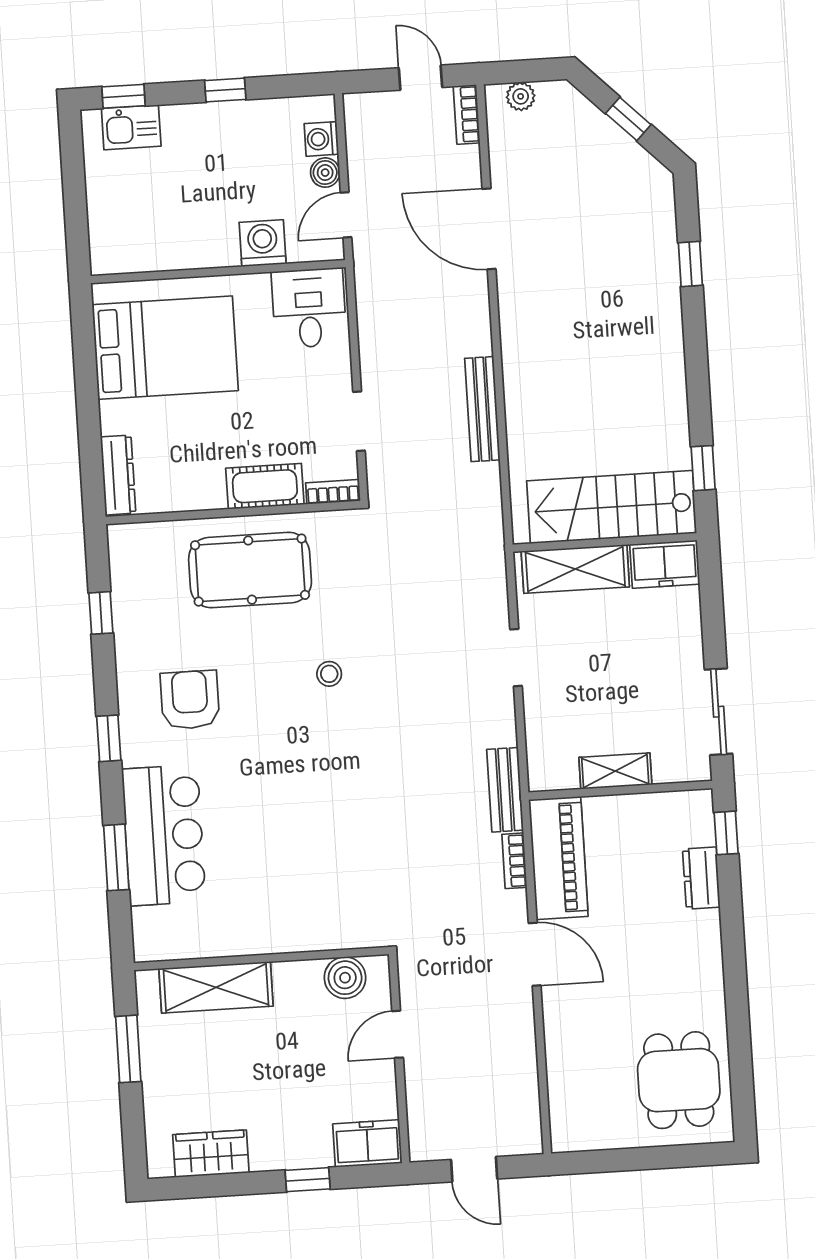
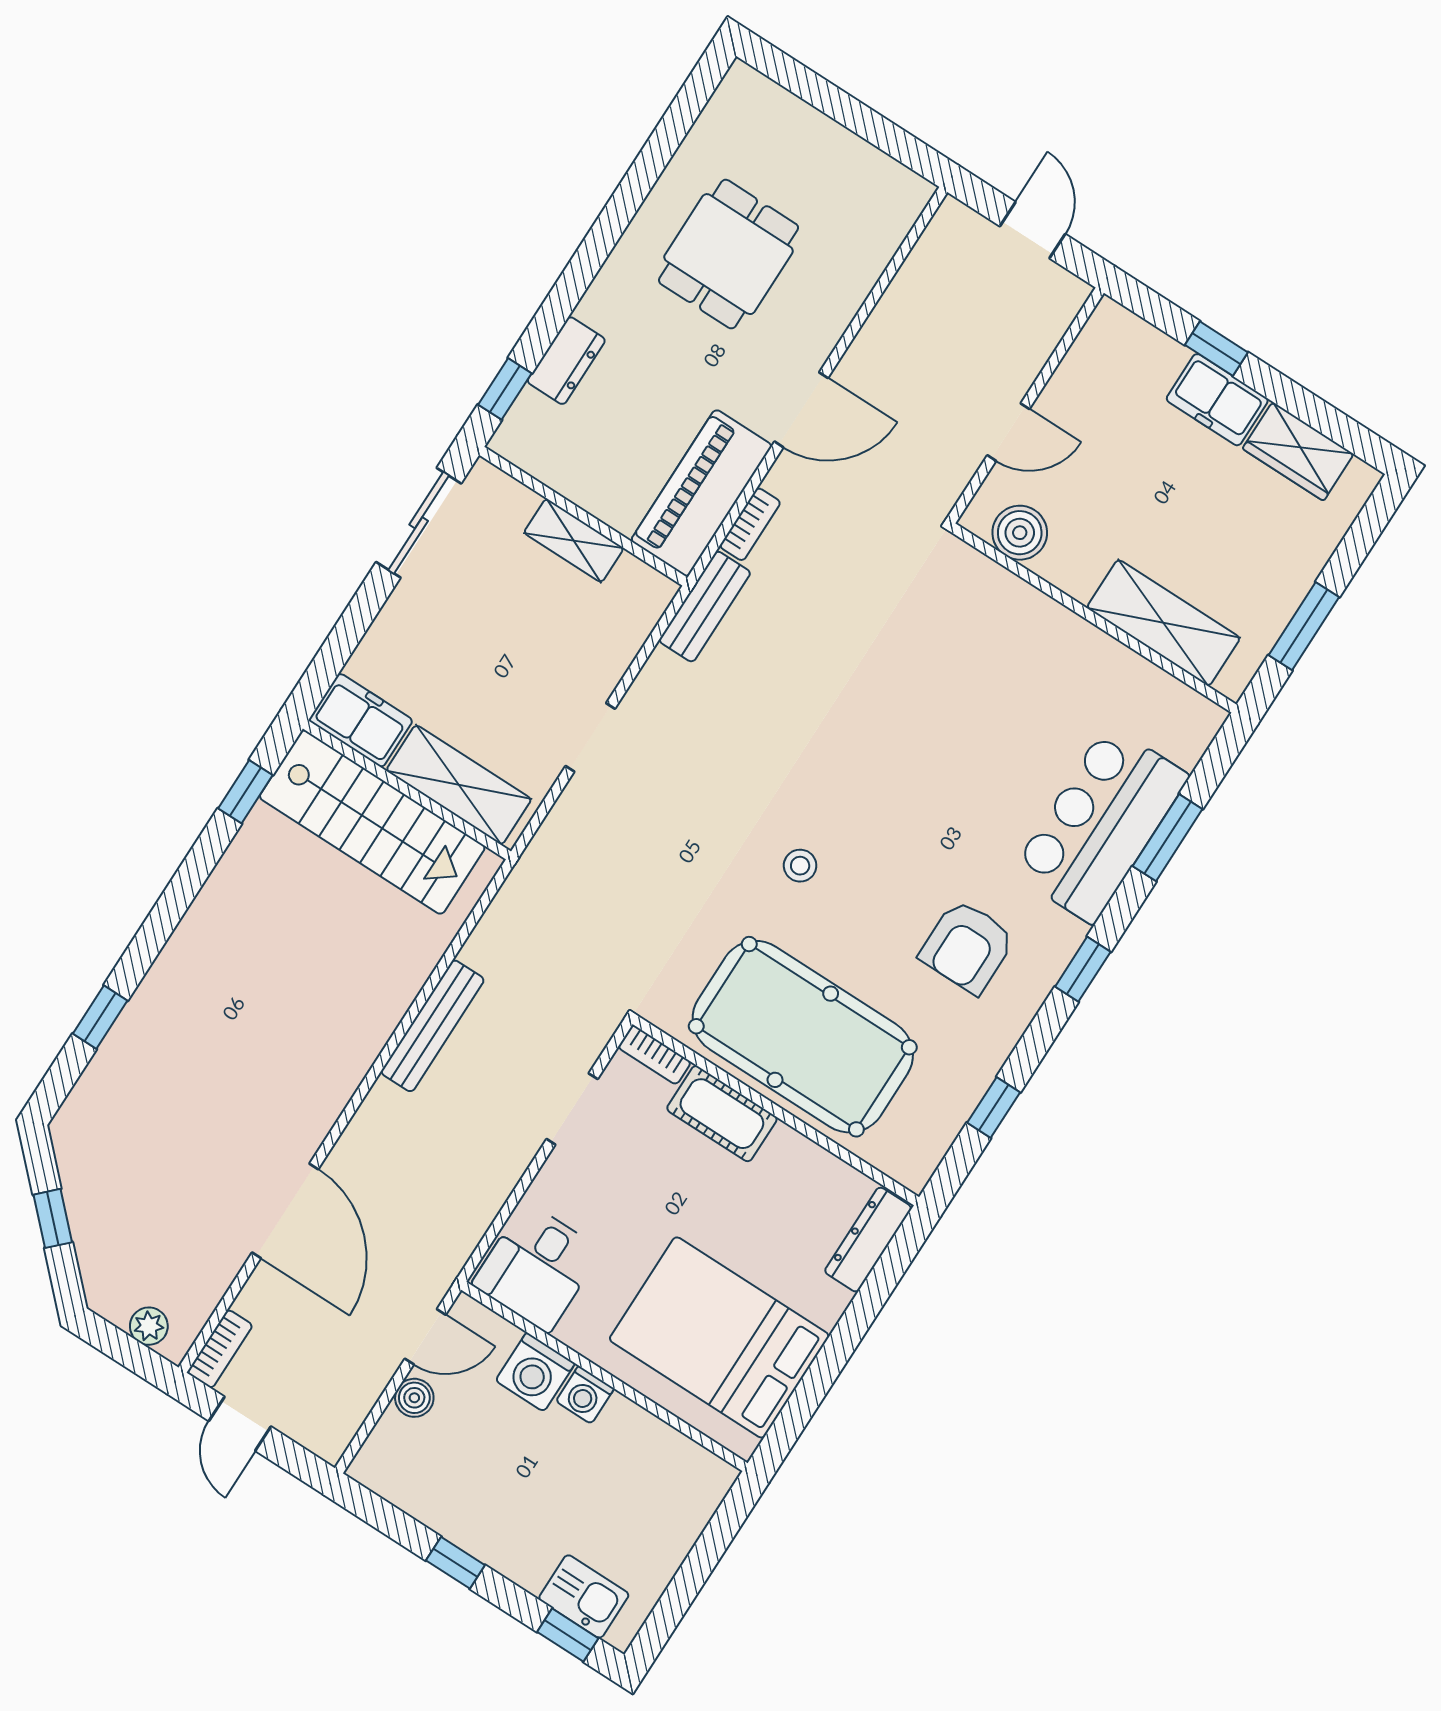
washing machine: (321, 139) -> (585, 1395), moved, turned 90
pool table: (250, 570) -> (803, 1037), width x1.36, depth x1.32
door: (535, 954) -> (801, 410), swing flipped
dining table: (679, 1080) -> (729, 254), moved
freezer: (367, 1144) -> (1217, 400), moved

